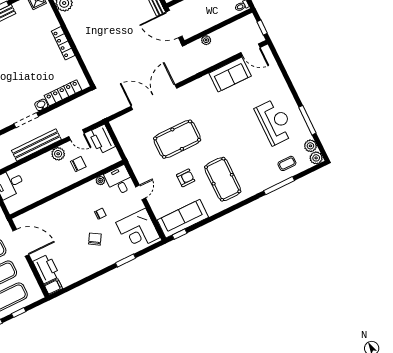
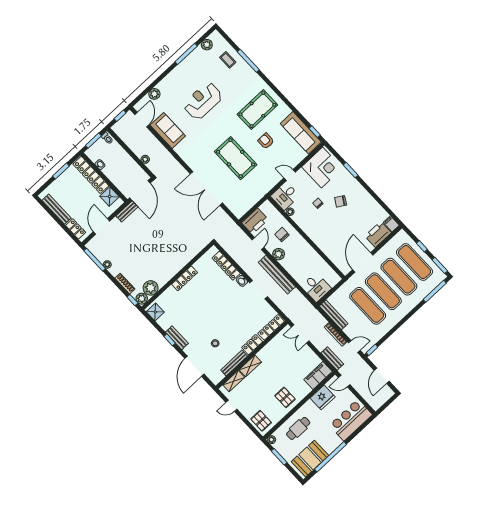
reception desk: (275, 122) -> (203, 101), moved
plant: (316, 158) -> (154, 94), moved

